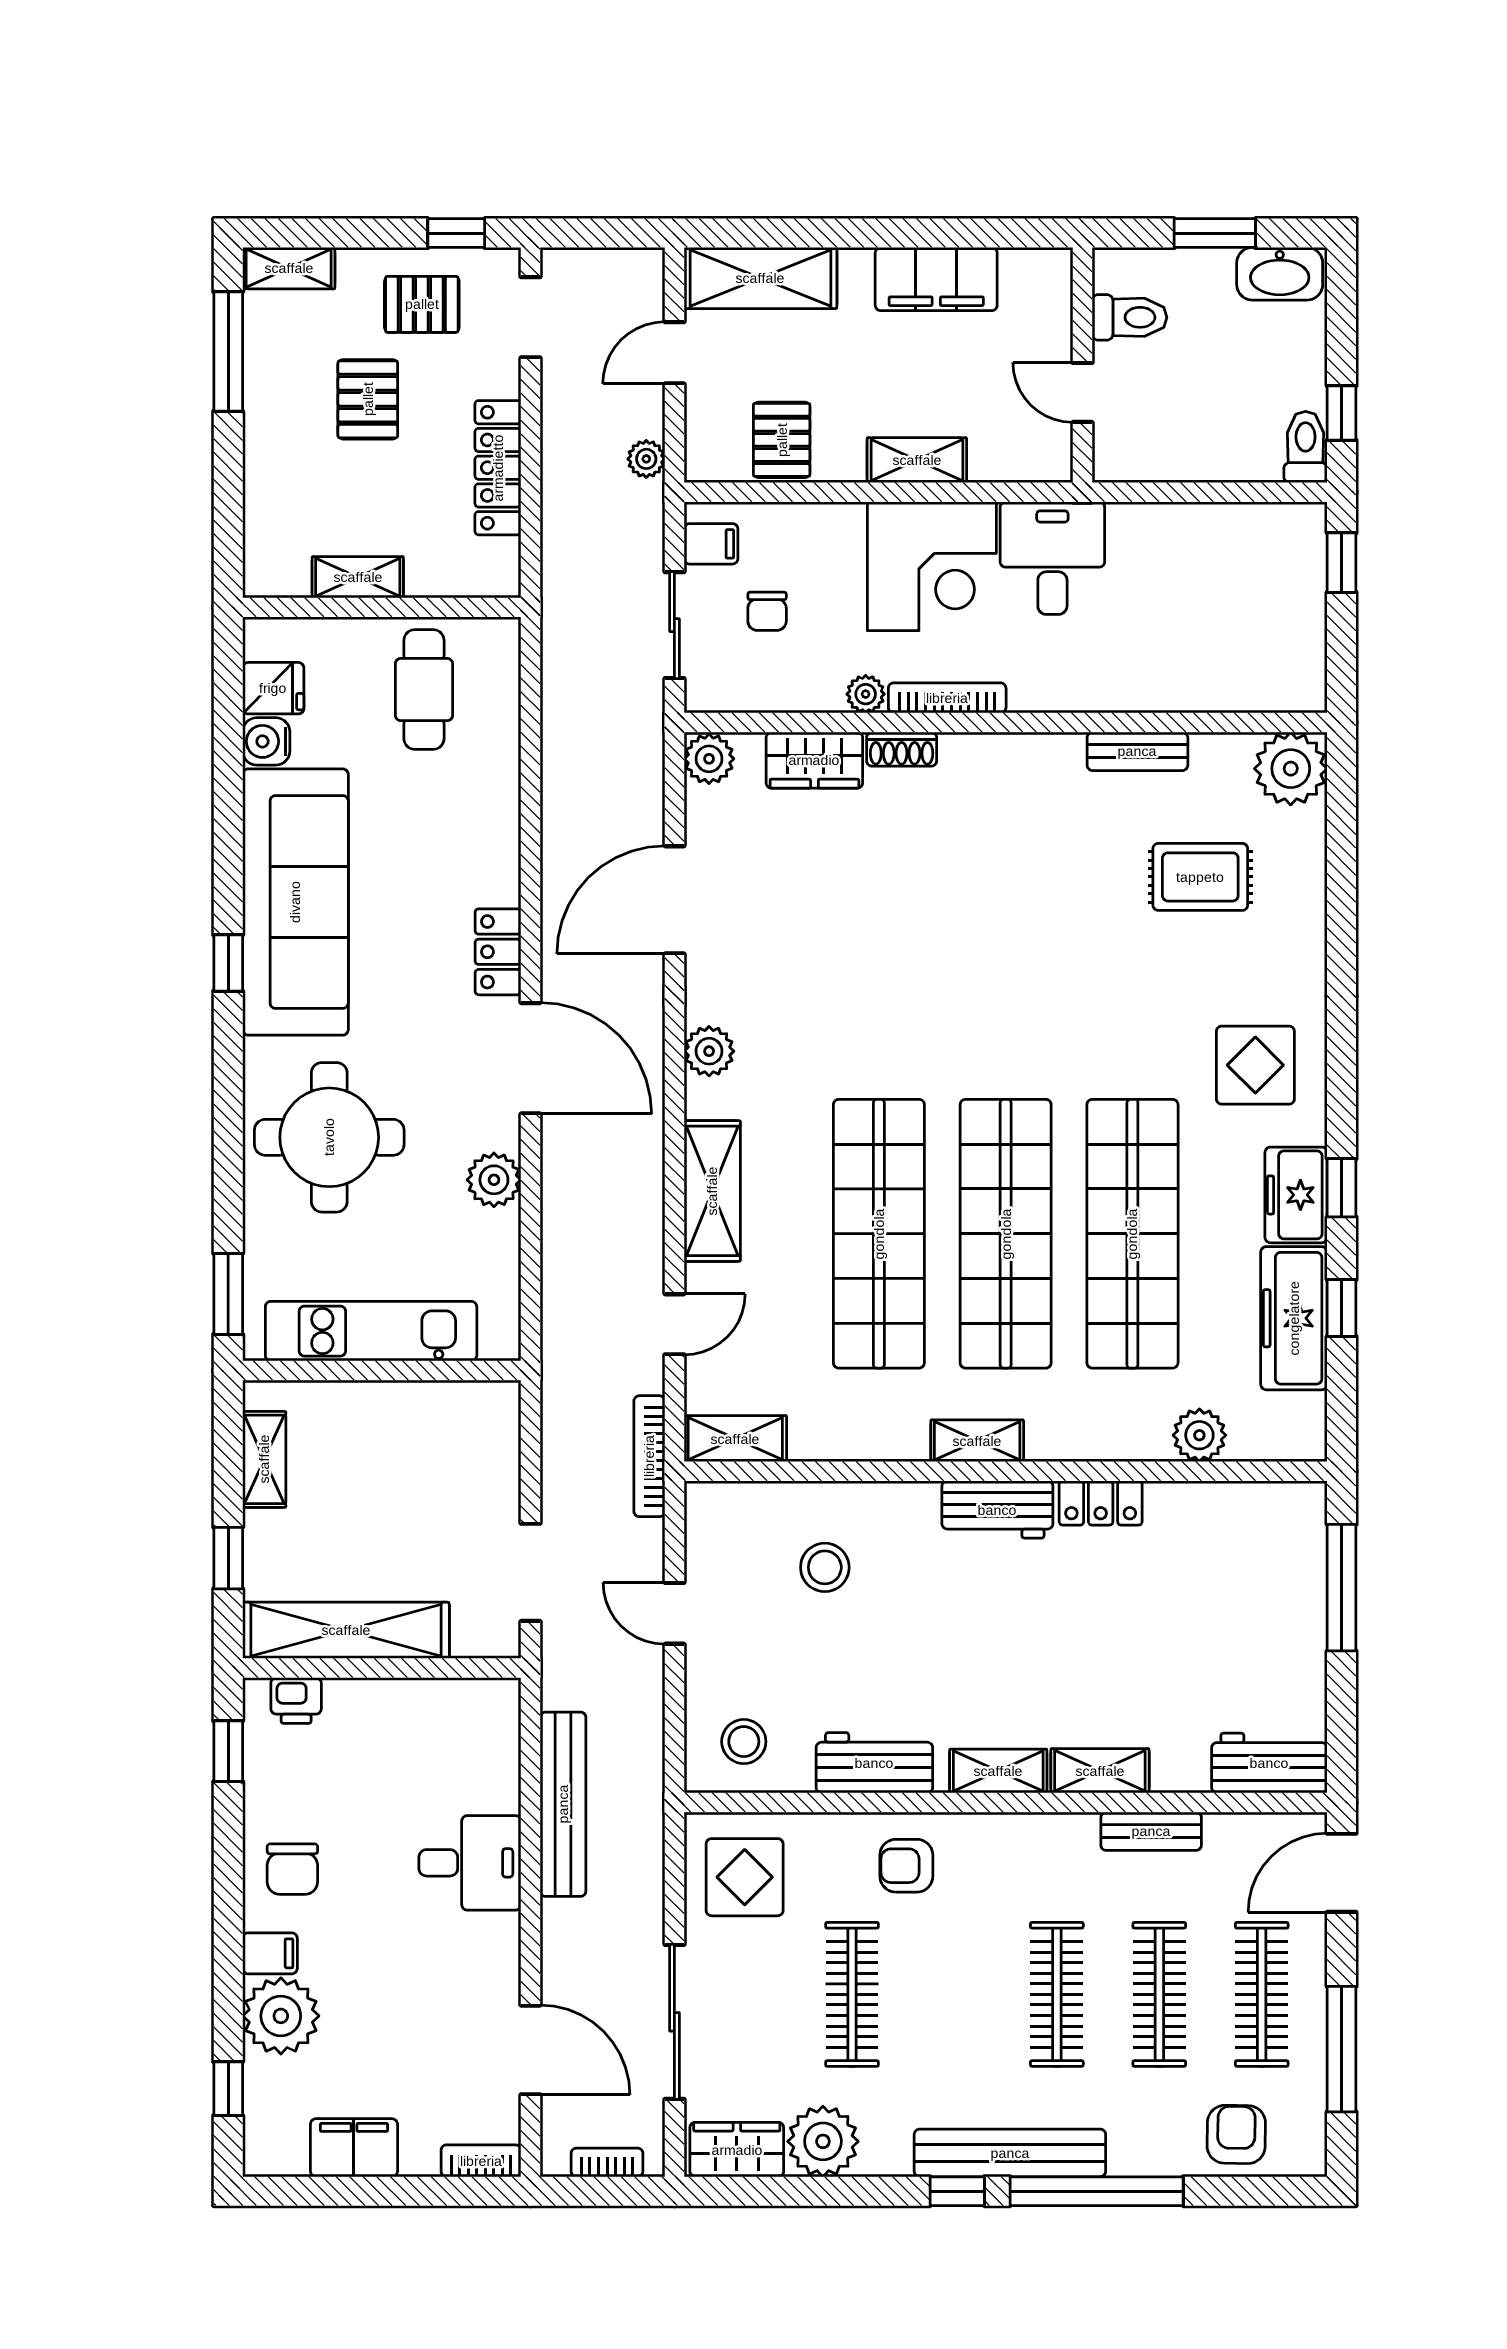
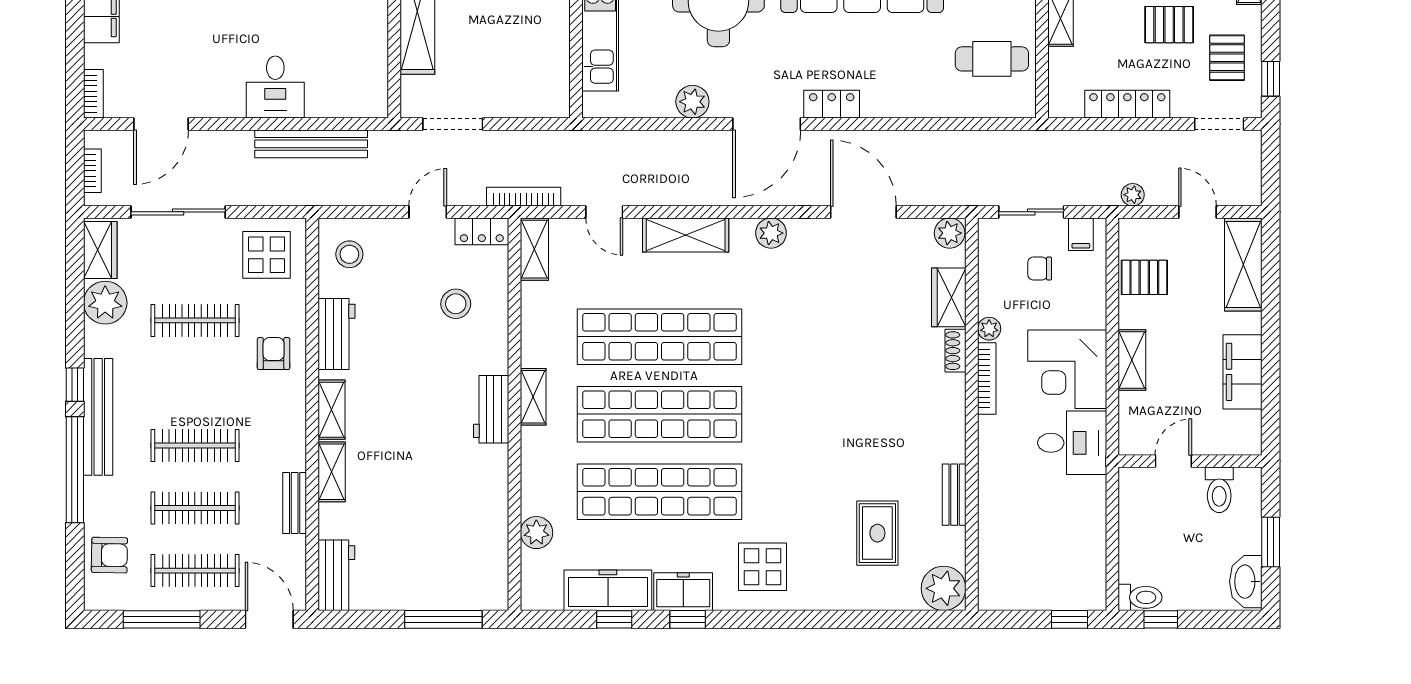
locker: (1101, 1503) -> (482, 231), moved, turned -90

